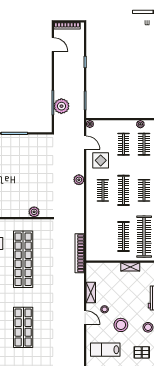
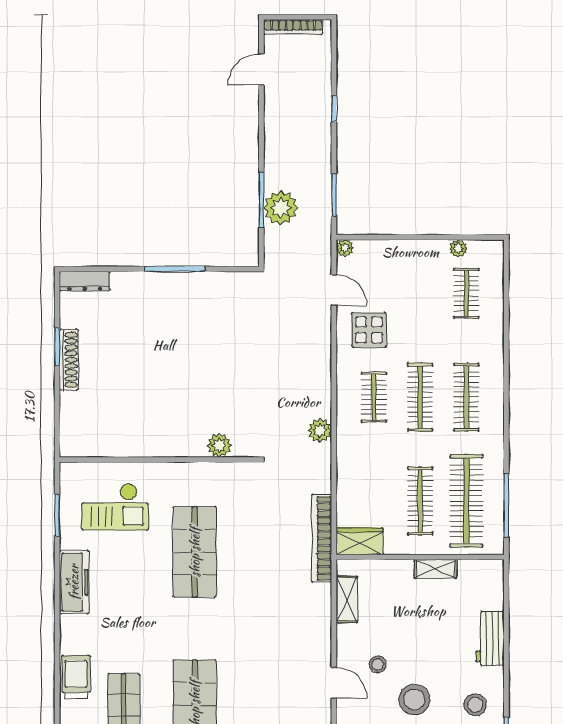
door: (53, 45) -> (261, 70), swing flipped
clothes rail: (123, 144) -> (420, 293), removed
plant: (79, 180) -> (320, 430), moved
clothes rail: (144, 190) -> (466, 397), width x1.36
wardrobe: (97, 255) -> (360, 541), added
shop shelf: (23, 259) -> (195, 552), width x0.71
shelving: (91, 292) -> (347, 599), moved

